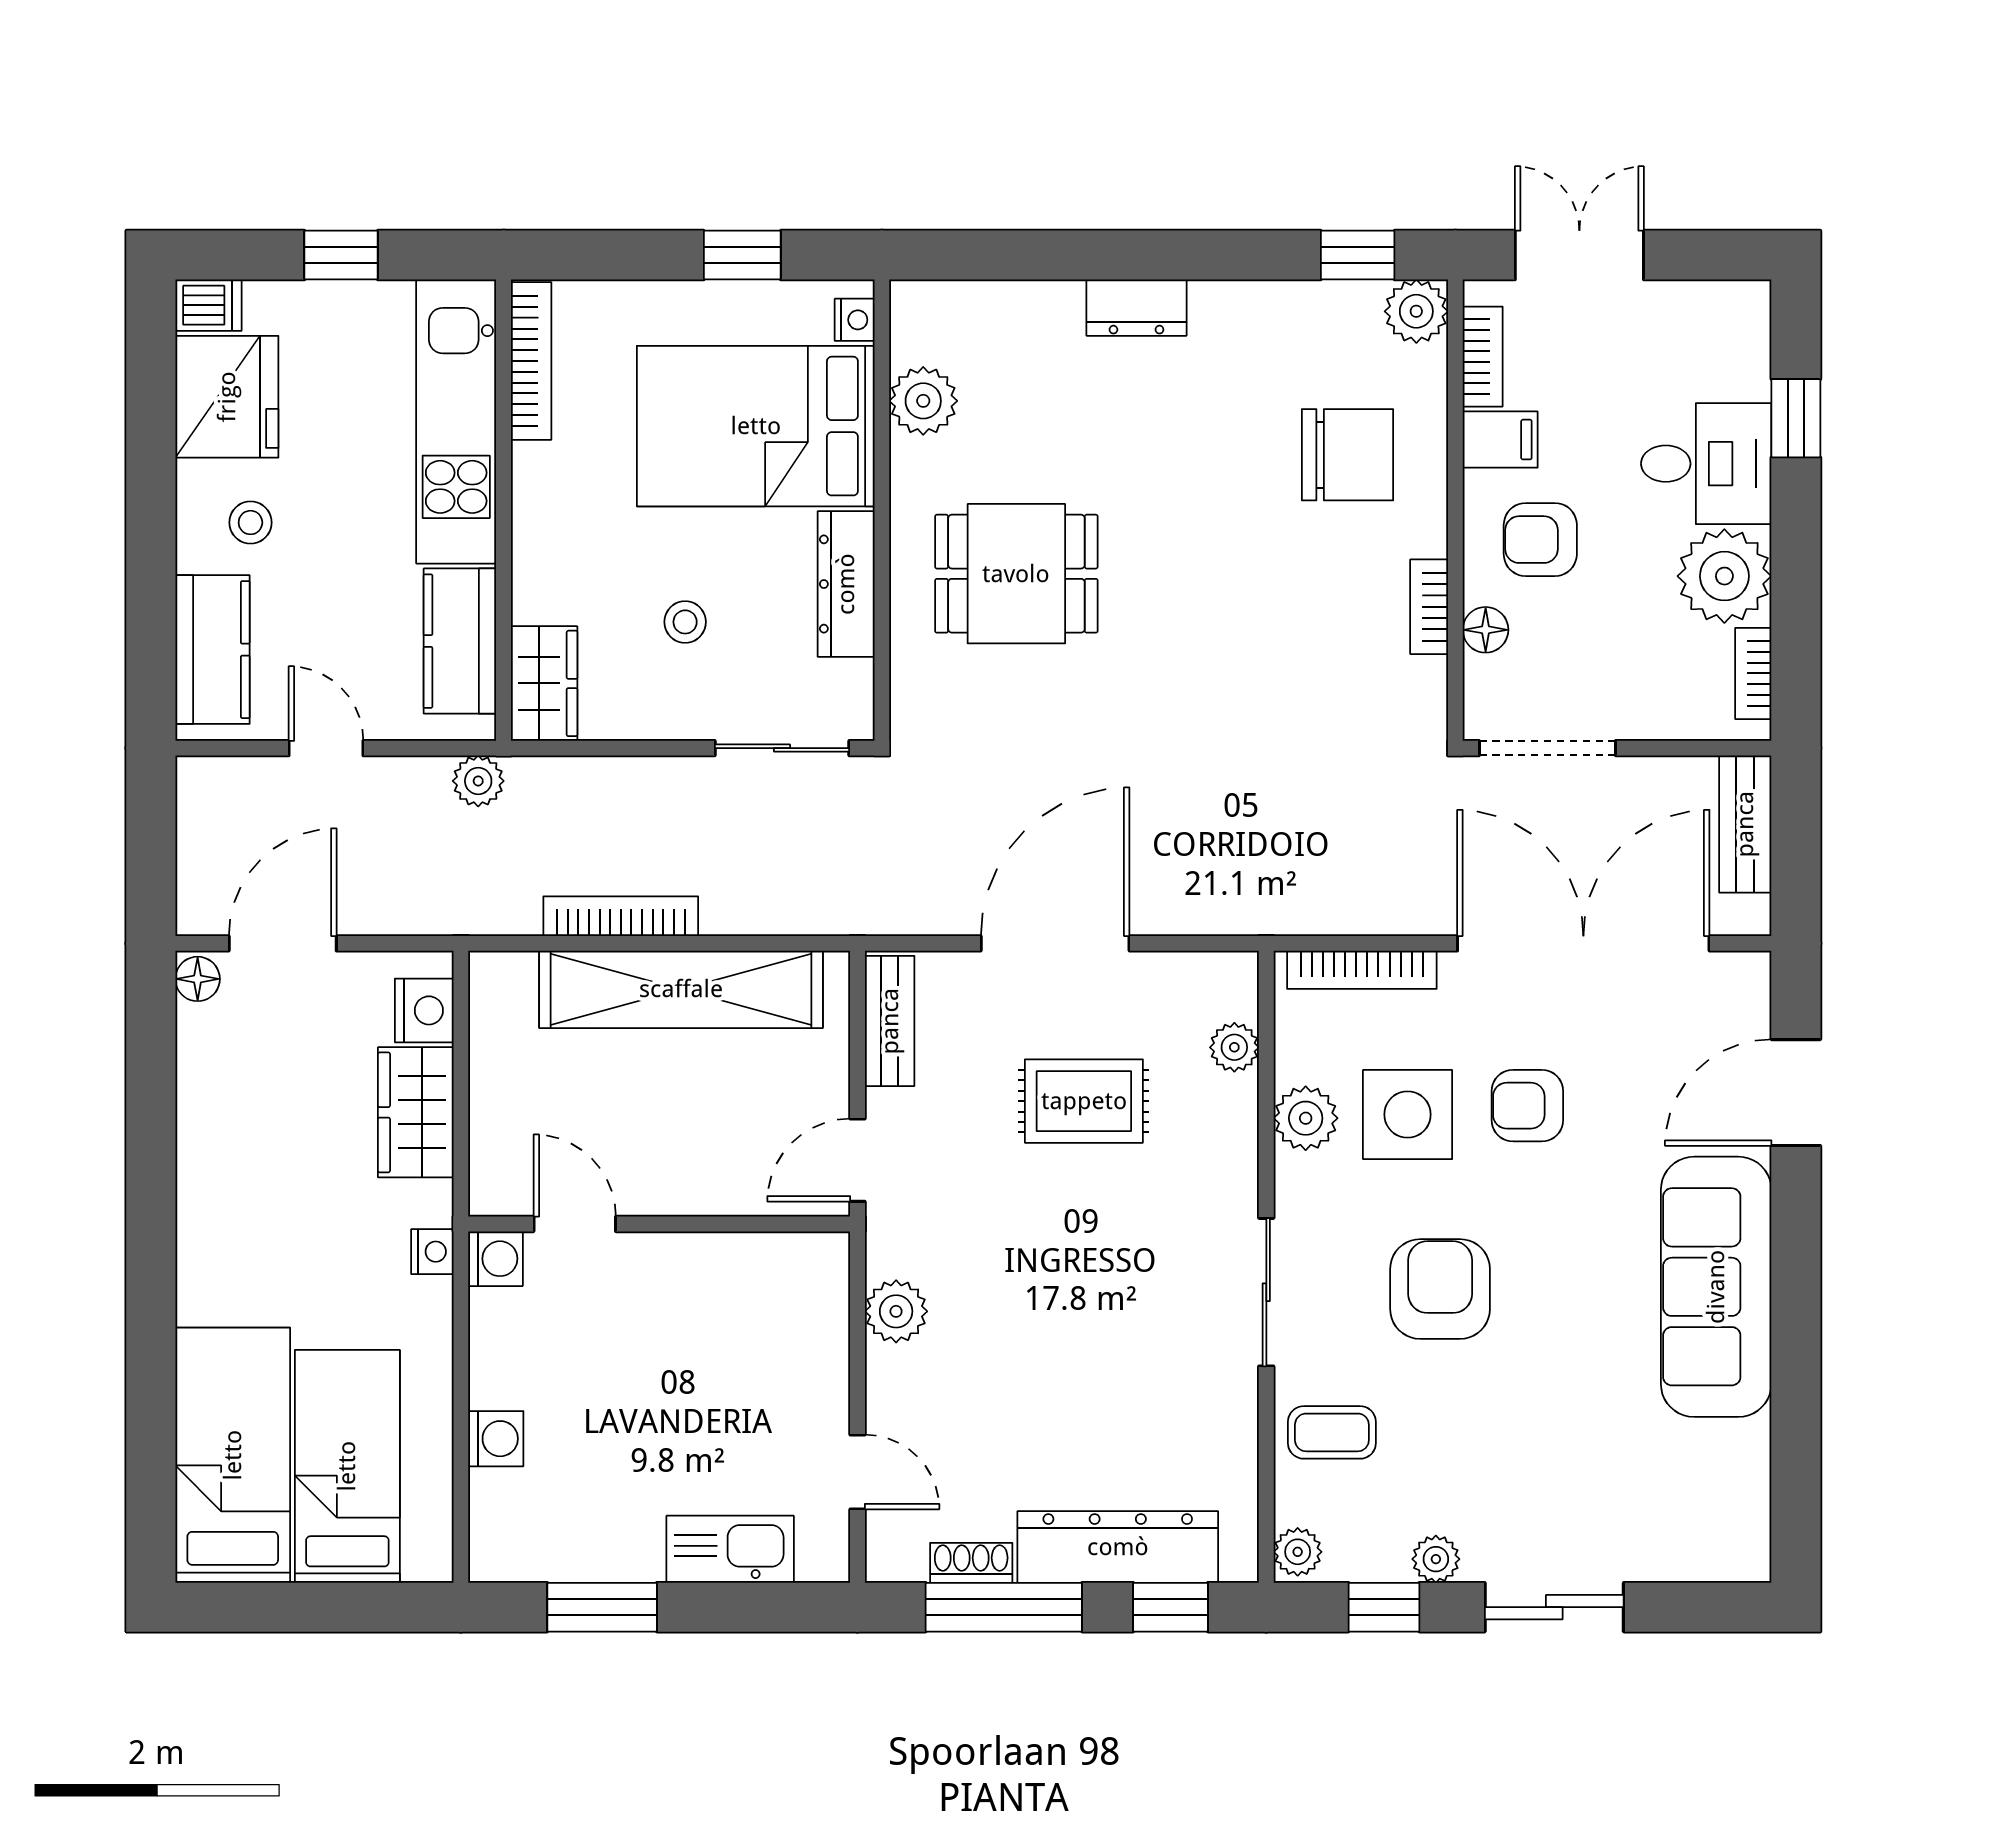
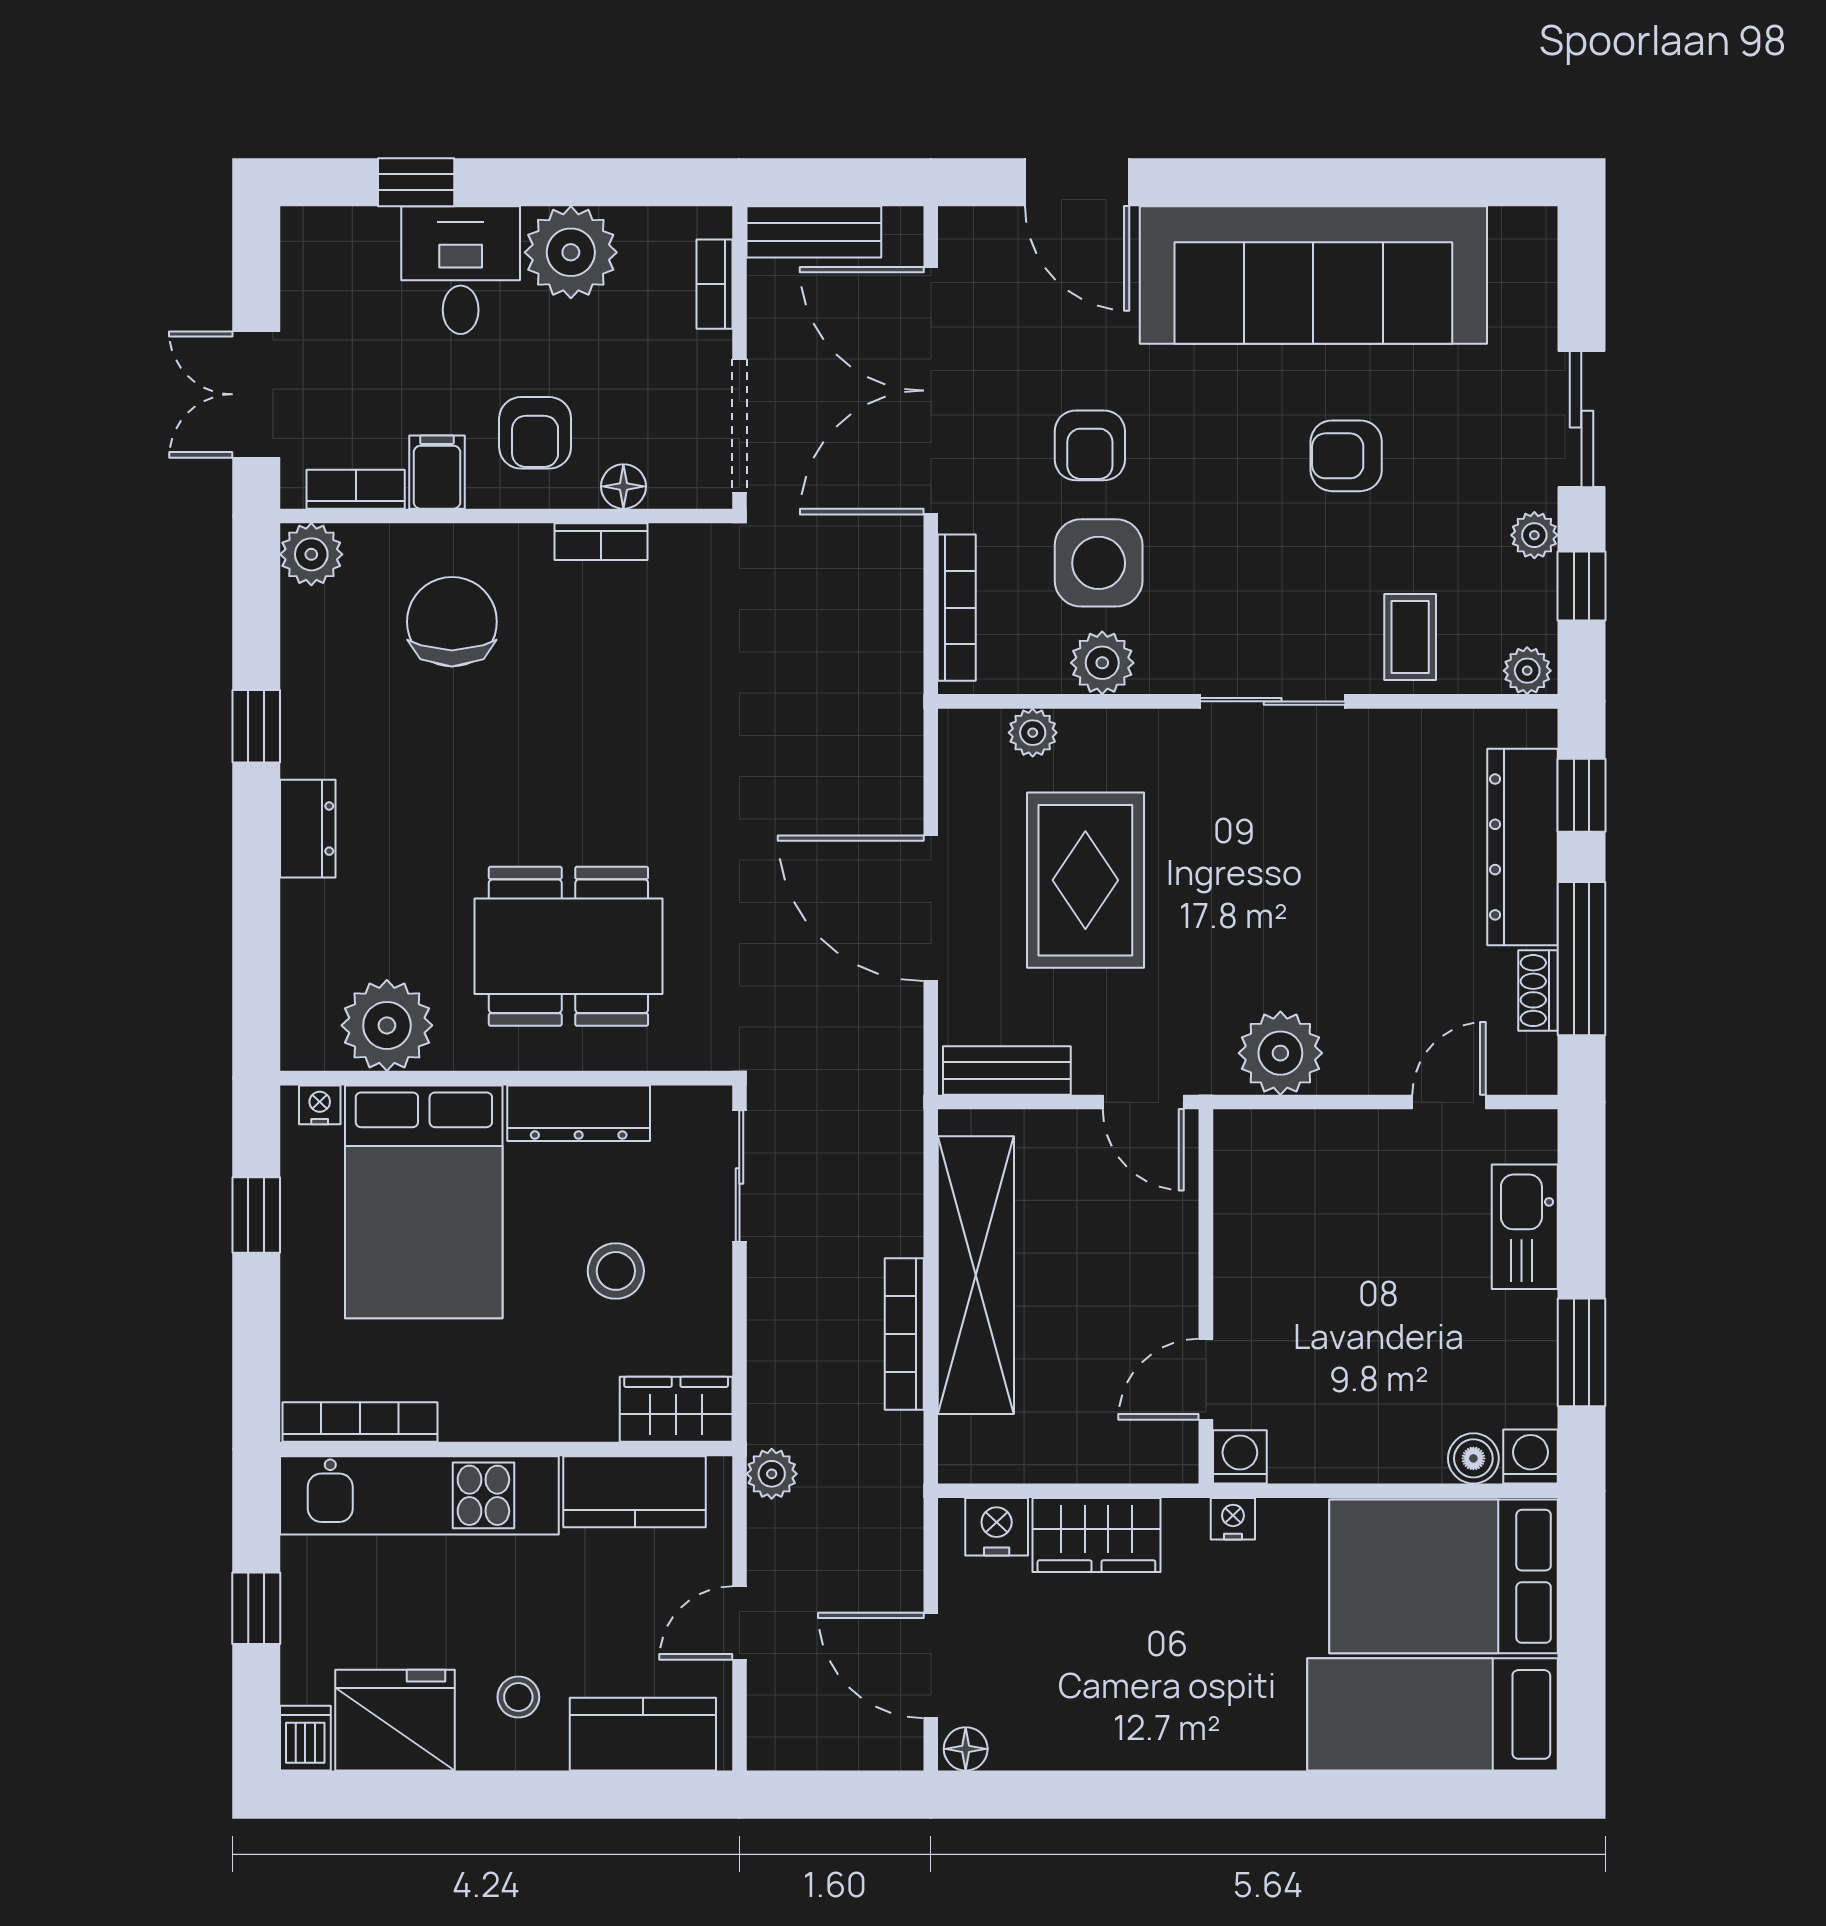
window: (1358, 255) -> (256, 726), moved
plant: (923, 401) -> (387, 1025), width x1.36, depth x1.36
dining table: (1016, 574) -> (568, 946), width x1.38
stool: (685, 622) -> (616, 1271), width x1.37, depth x1.37
bookcase: (1753, 673) -> (714, 284), moved, turned 90
rug: (1084, 1101) -> (1085, 880), width x1.36, depth x1.43
sofa: (1716, 1287) -> (1313, 275), width x1.36, depth x1.27
armchair: (1440, 1289) -> (1346, 456), moved, width x0.72, depth x0.72
plant: (896, 1311) -> (1280, 1053), width x1.36, depth x1.36
washing machine: (496, 1439) -> (1530, 1457), moved
bed: (347, 1466) -> (1443, 1576), width x1.50
boiler: (494, 1497) -> (1473, 1458), added

